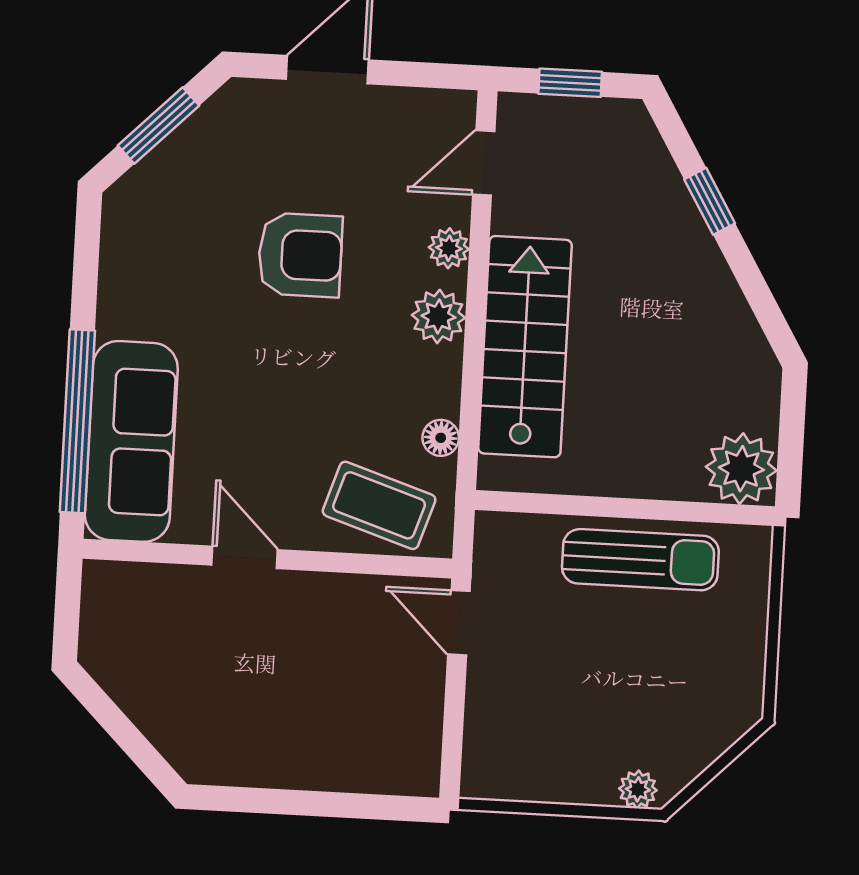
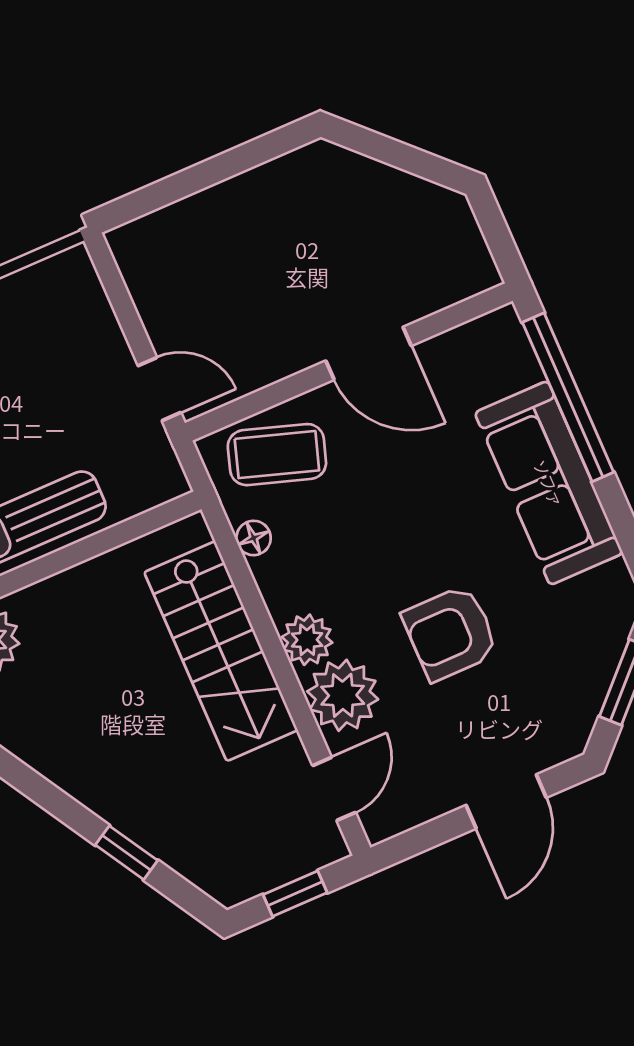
plant: (449, 248) -> (343, 695), width x1.87, depth x1.87
sofa: (131, 441) -> (549, 483), moved
door: (245, 557) -> (369, 353), width x1.38

